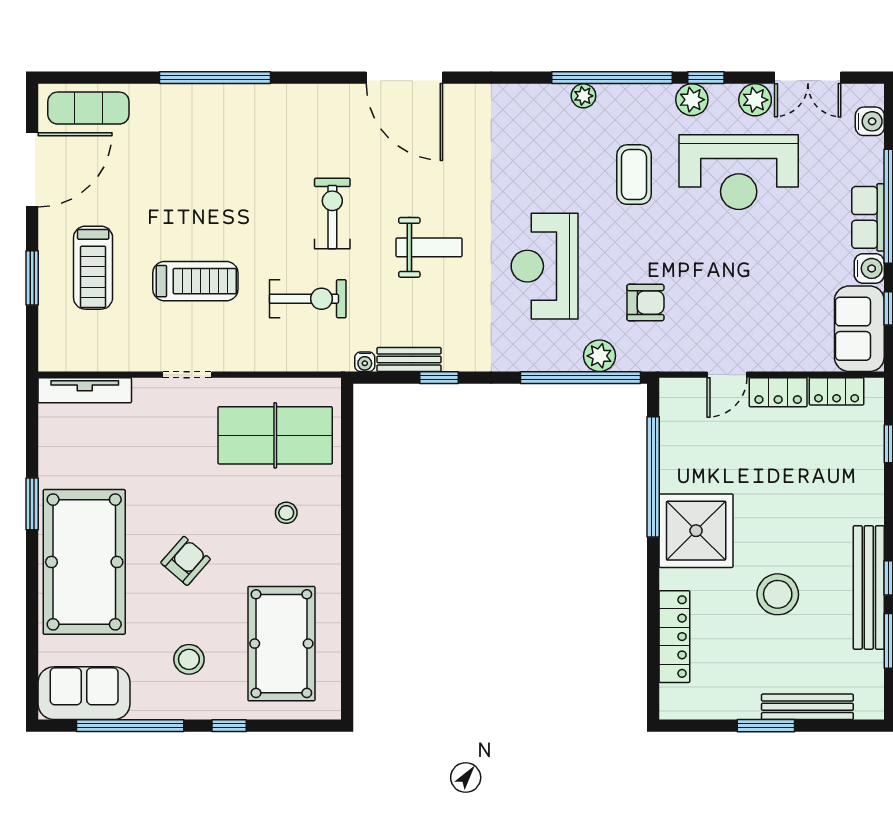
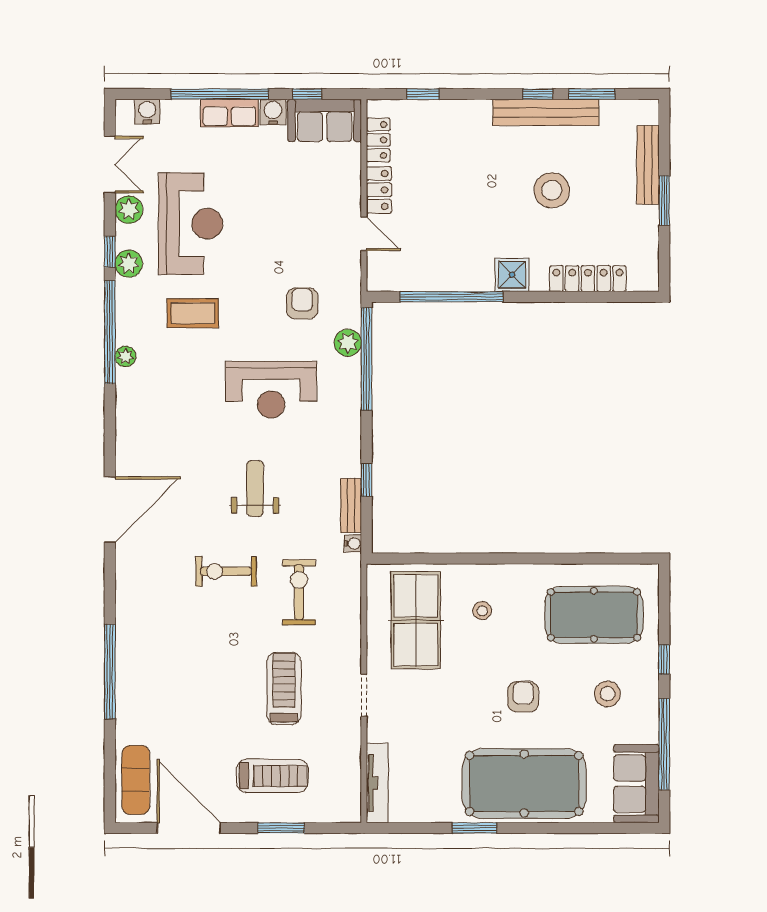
shower: (696, 531) -> (512, 275), width x0.54, depth x0.54
armchair: (186, 561) -> (523, 697), turned 49

